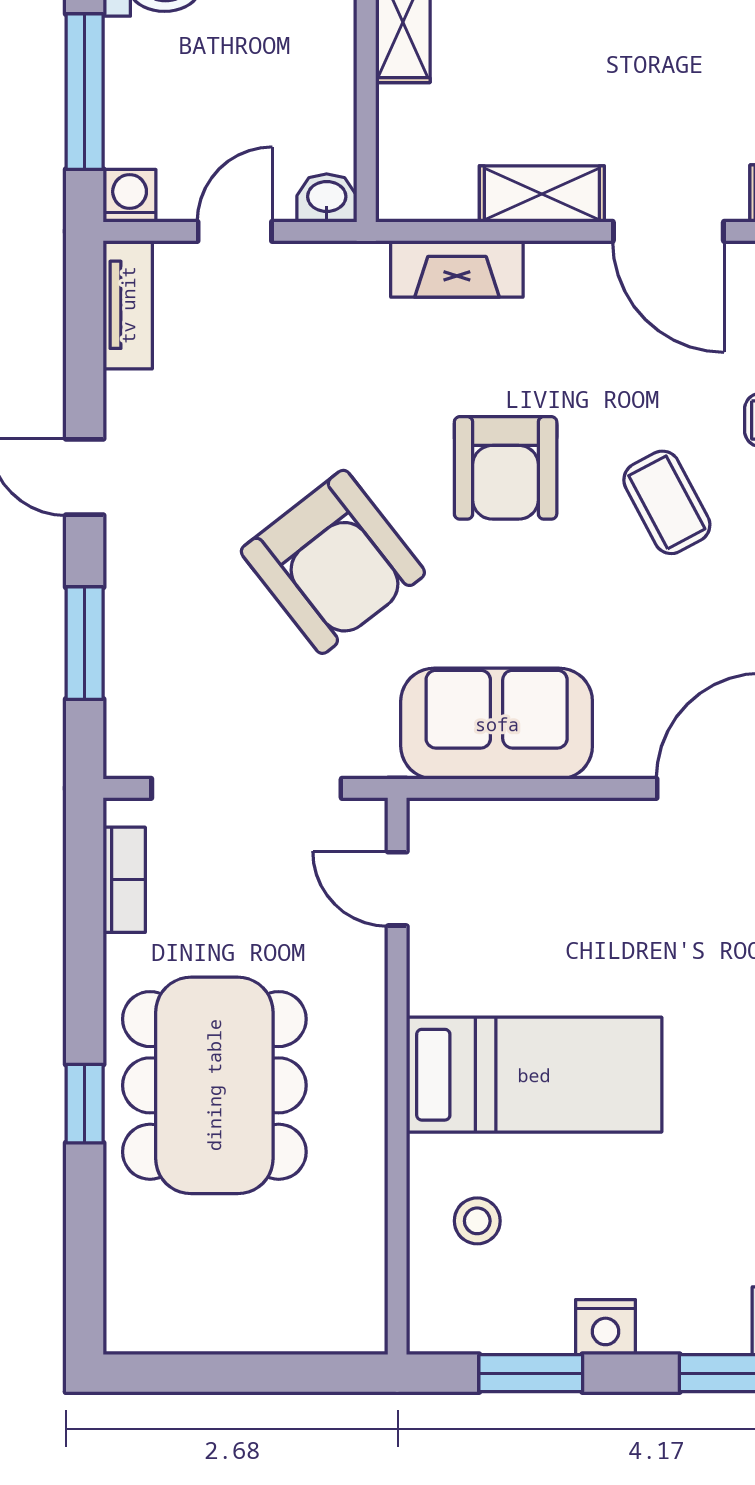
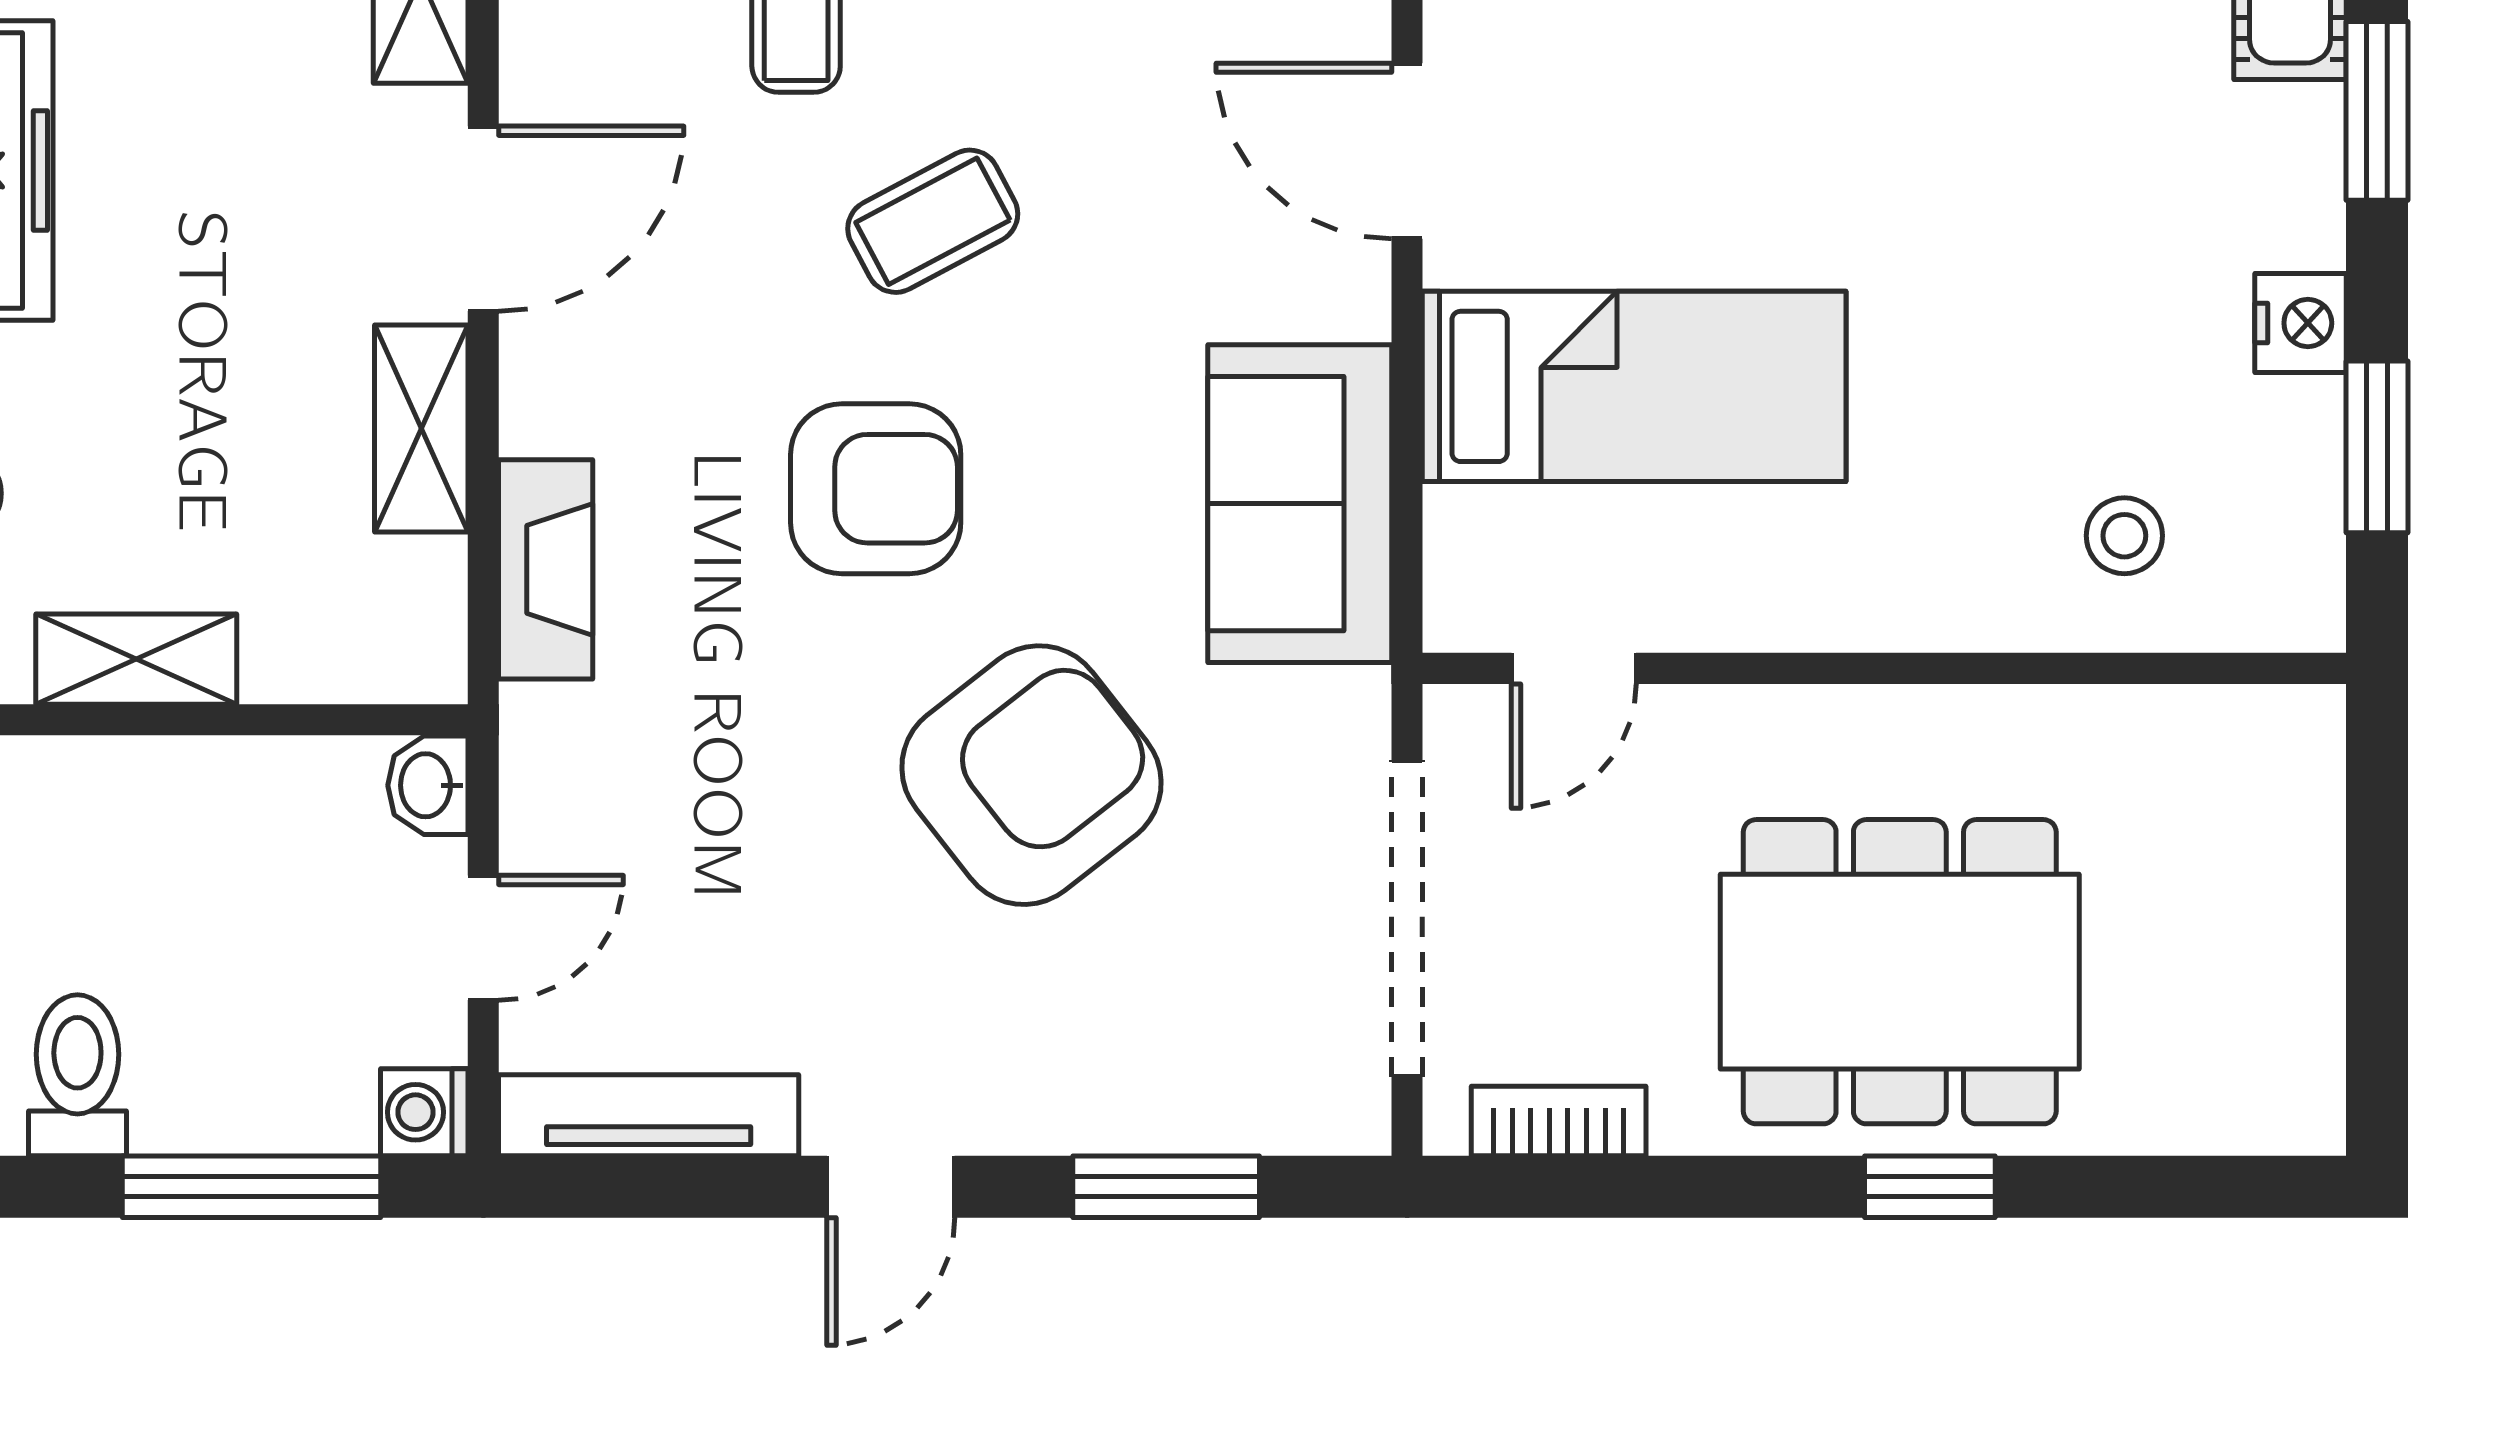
door: (235, 231) -> (483, 938), swing flipped
tv unit: (128, 305) -> (649, 1115), width x1.41
bed: (534, 1075) -> (1634, 386), moved, turned 90

